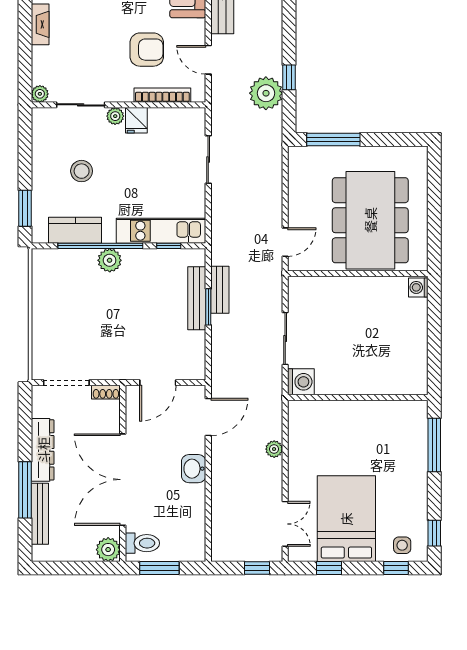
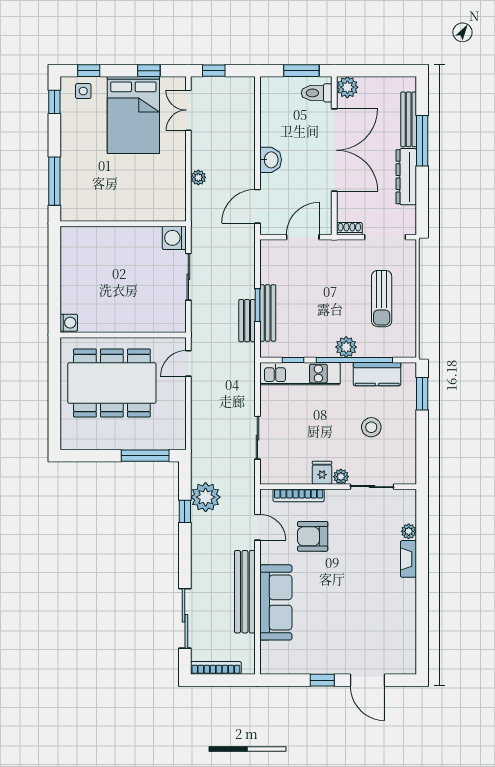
plant: (40, 94) -> (409, 531), moved
dining table: (370, 220) -> (112, 383), turned 90
sun lounger: (70, 314) -> (382, 299), added

